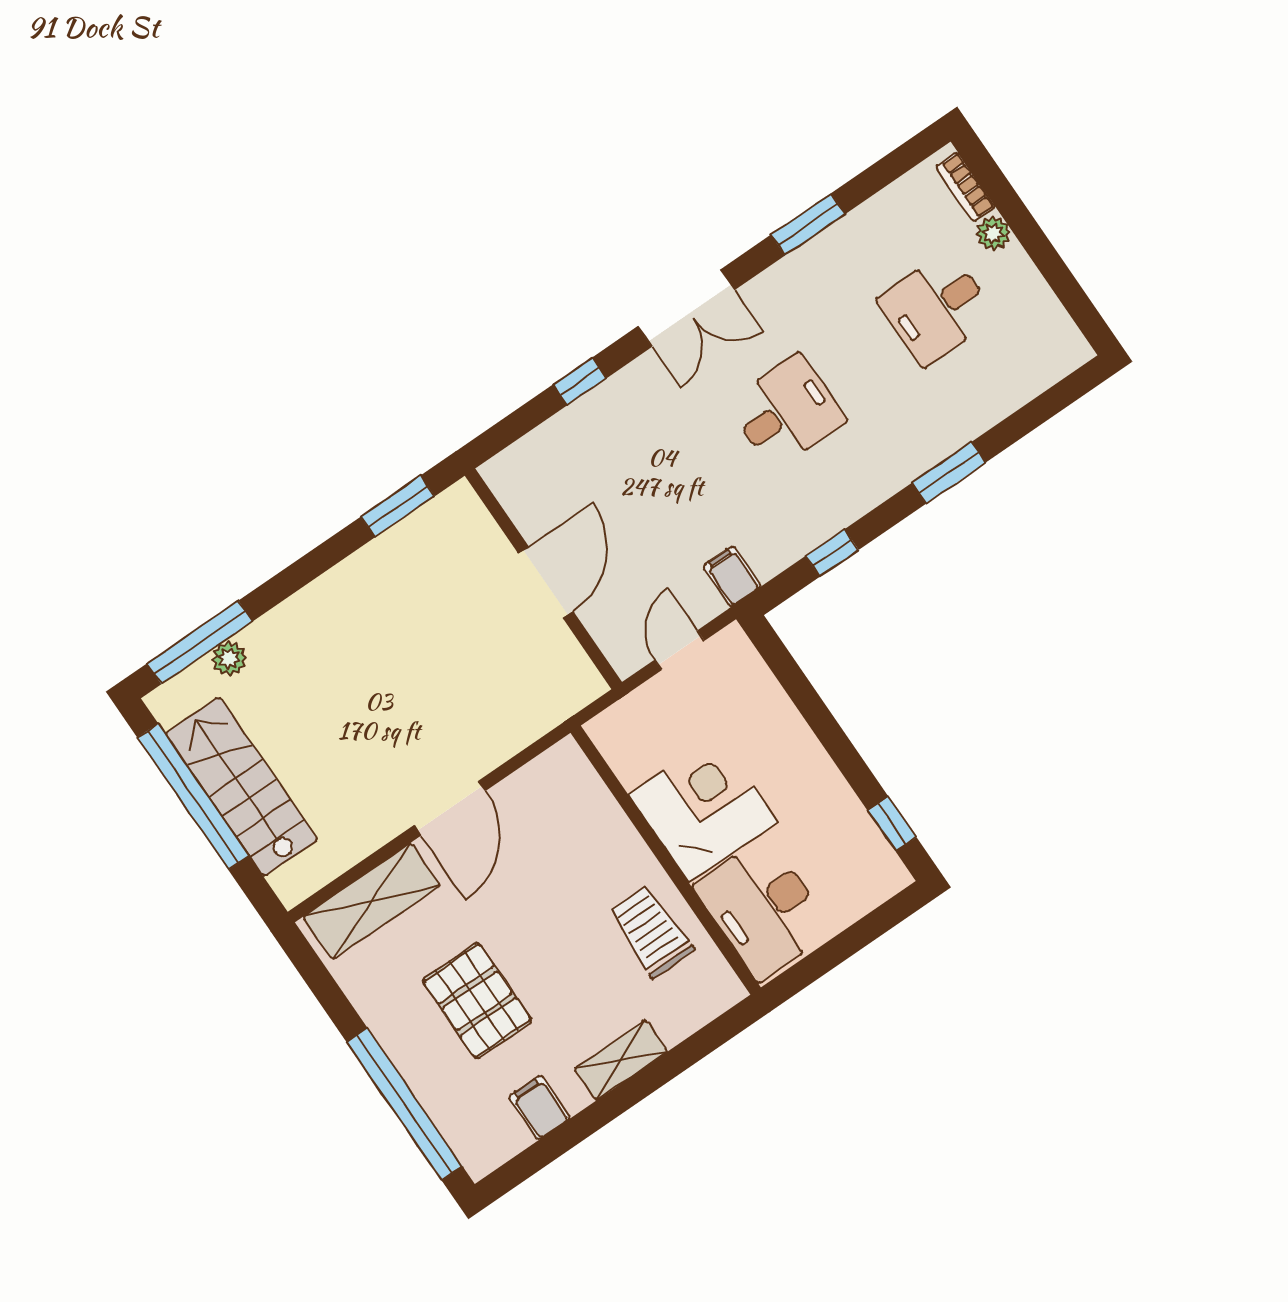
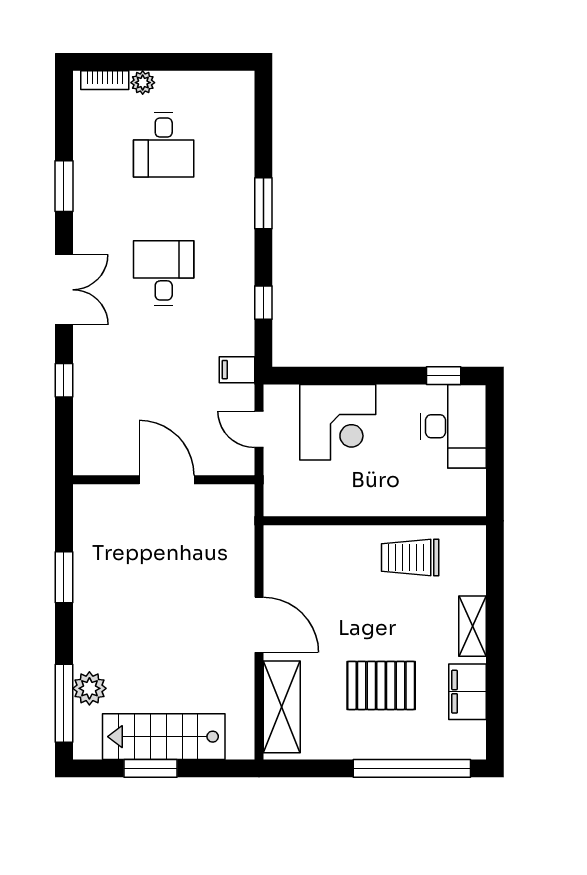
window: (398, 506) -> (64, 577), moved
plant: (229, 659) -> (89, 688), width x1.38, depth x1.38
window: (193, 797) -> (150, 768), width x0.47
corner desk: (703, 808) -> (338, 422), moved, turned 180
desk: (763, 908) -> (453, 426), moved, turned -90
filing cabinet: (540, 1107) -> (468, 692), width x2.00

